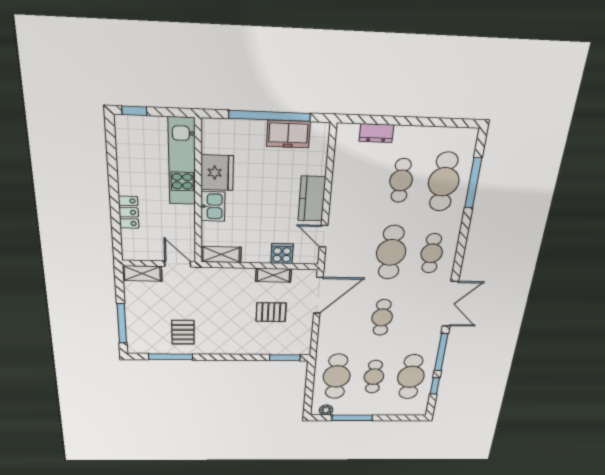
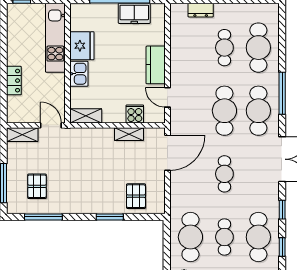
window: (473, 183) -> (282, 93), moved
cafe table: (432, 253) -> (258, 111), width x1.37, depth x1.35
pallet: (271, 312) -> (136, 196), moved, turned 90
pallet: (183, 332) -> (37, 186), moved
window: (441, 352) -> (282, 210), width x0.46
window: (285, 358) -> (110, 217), moved

